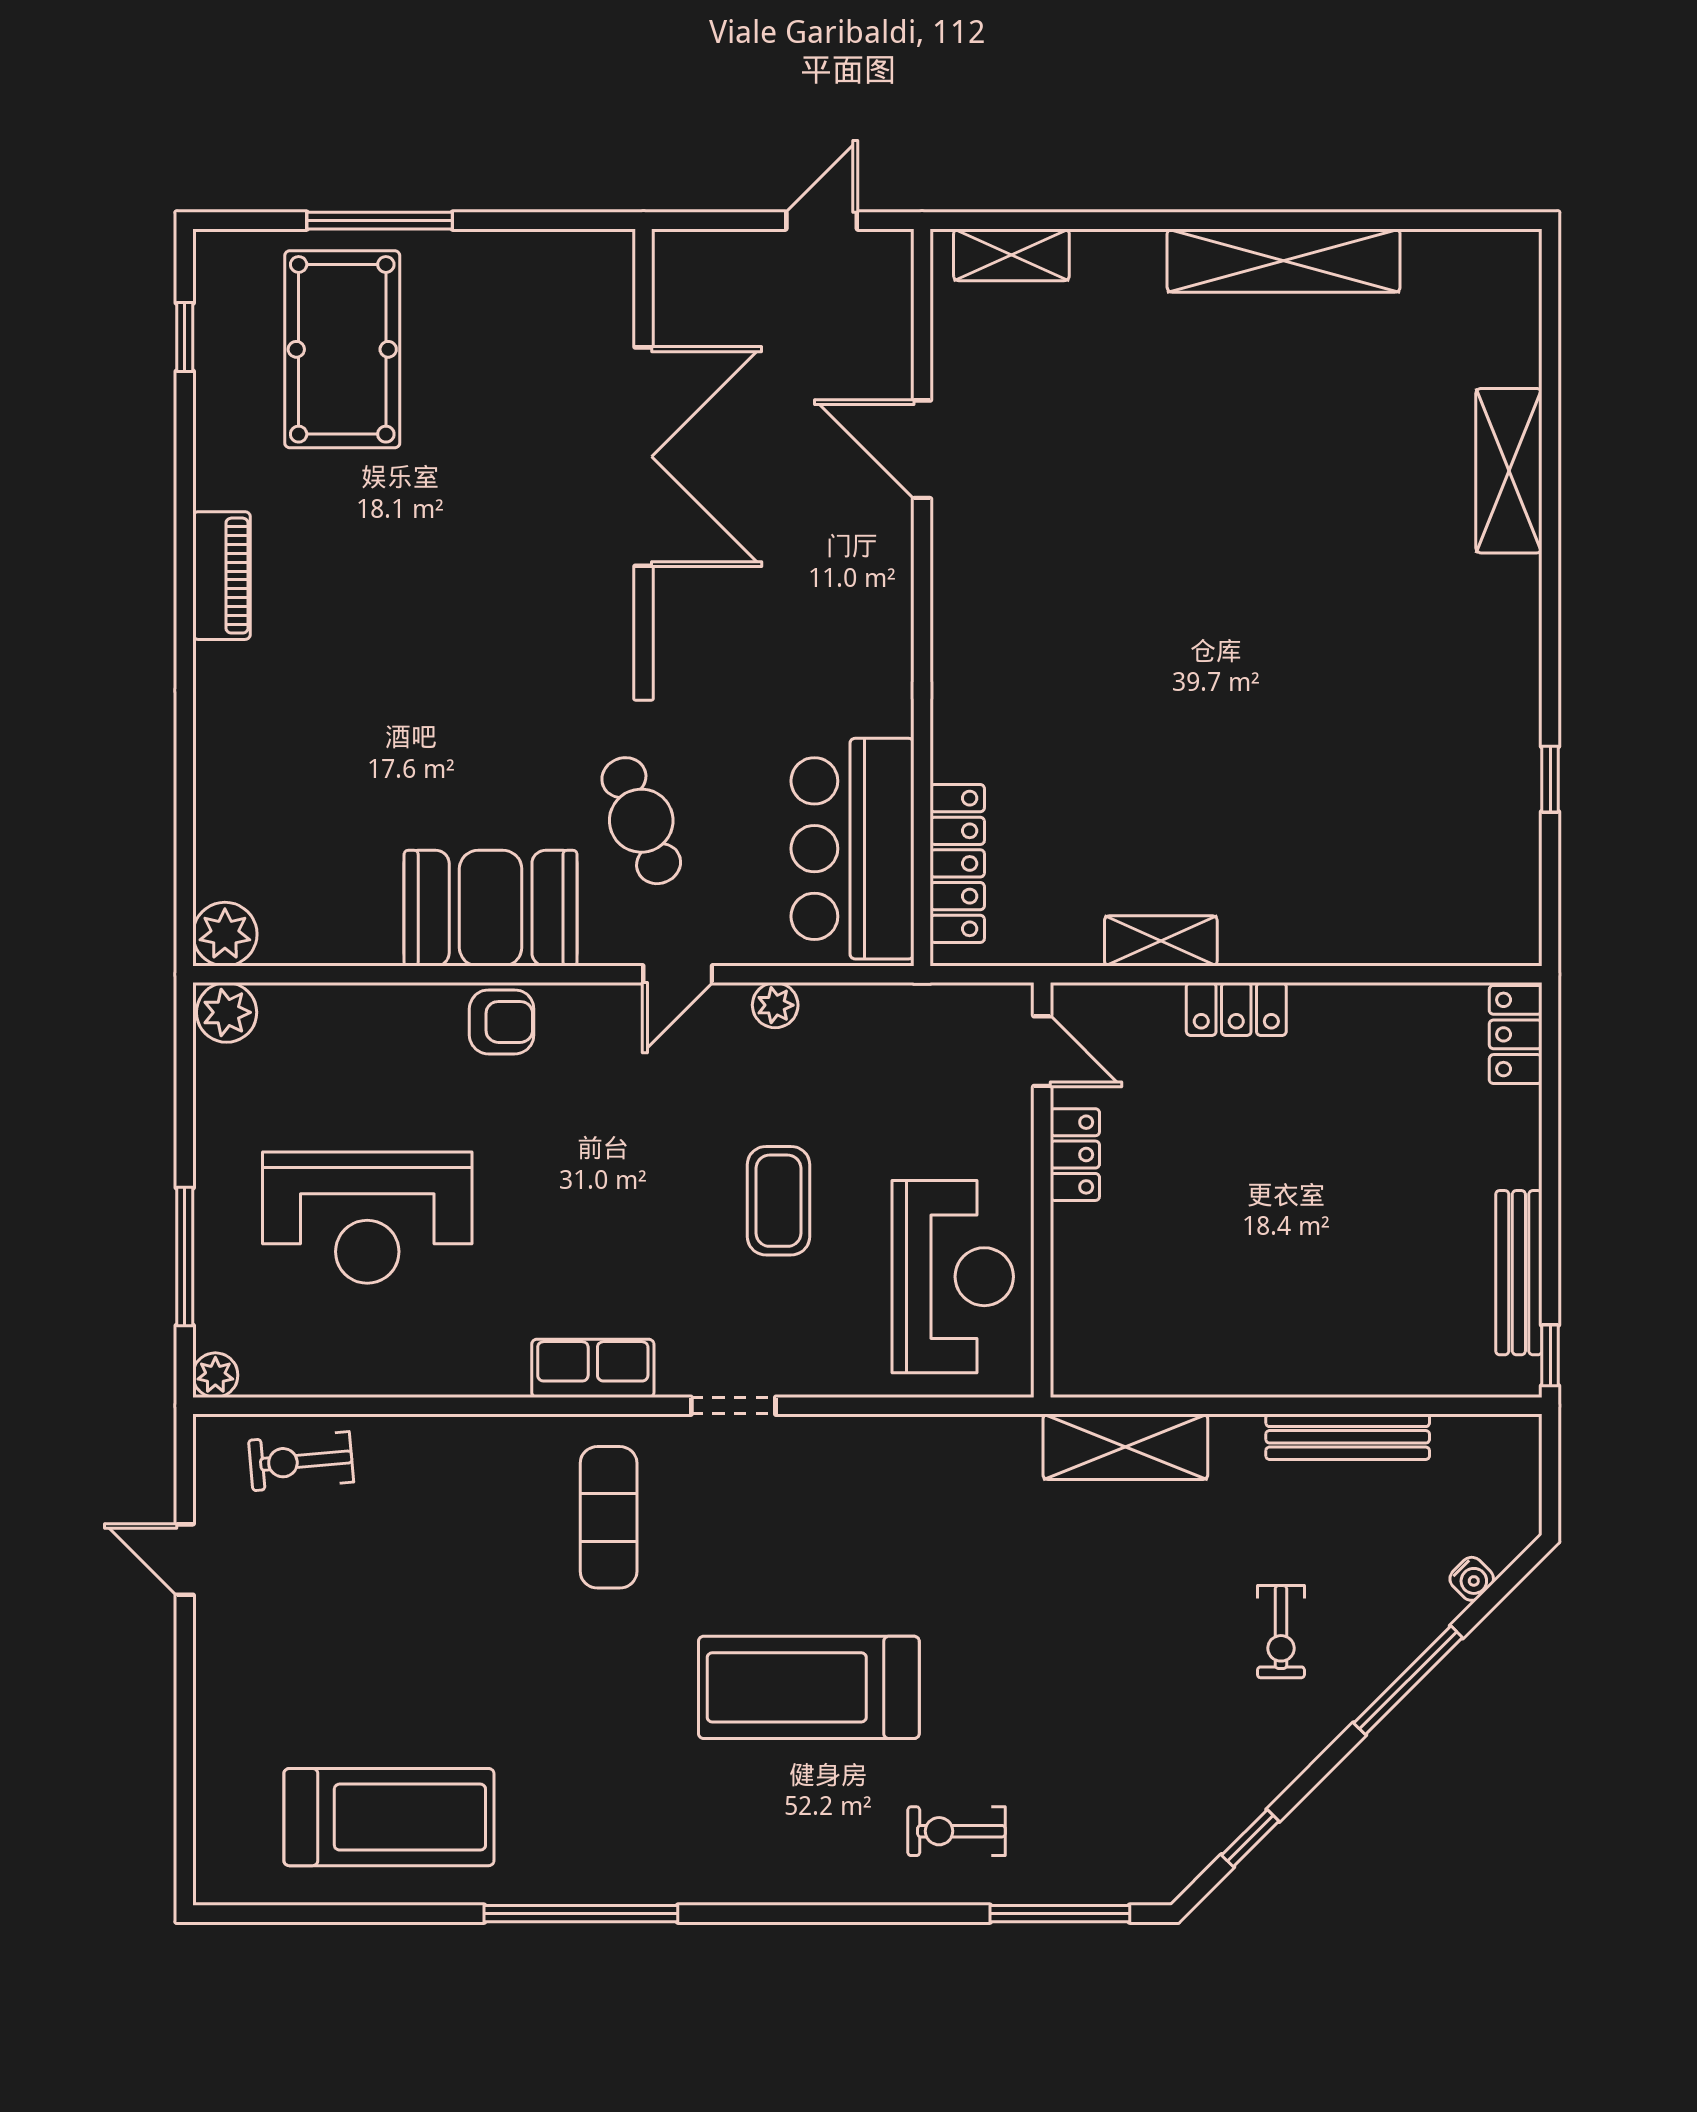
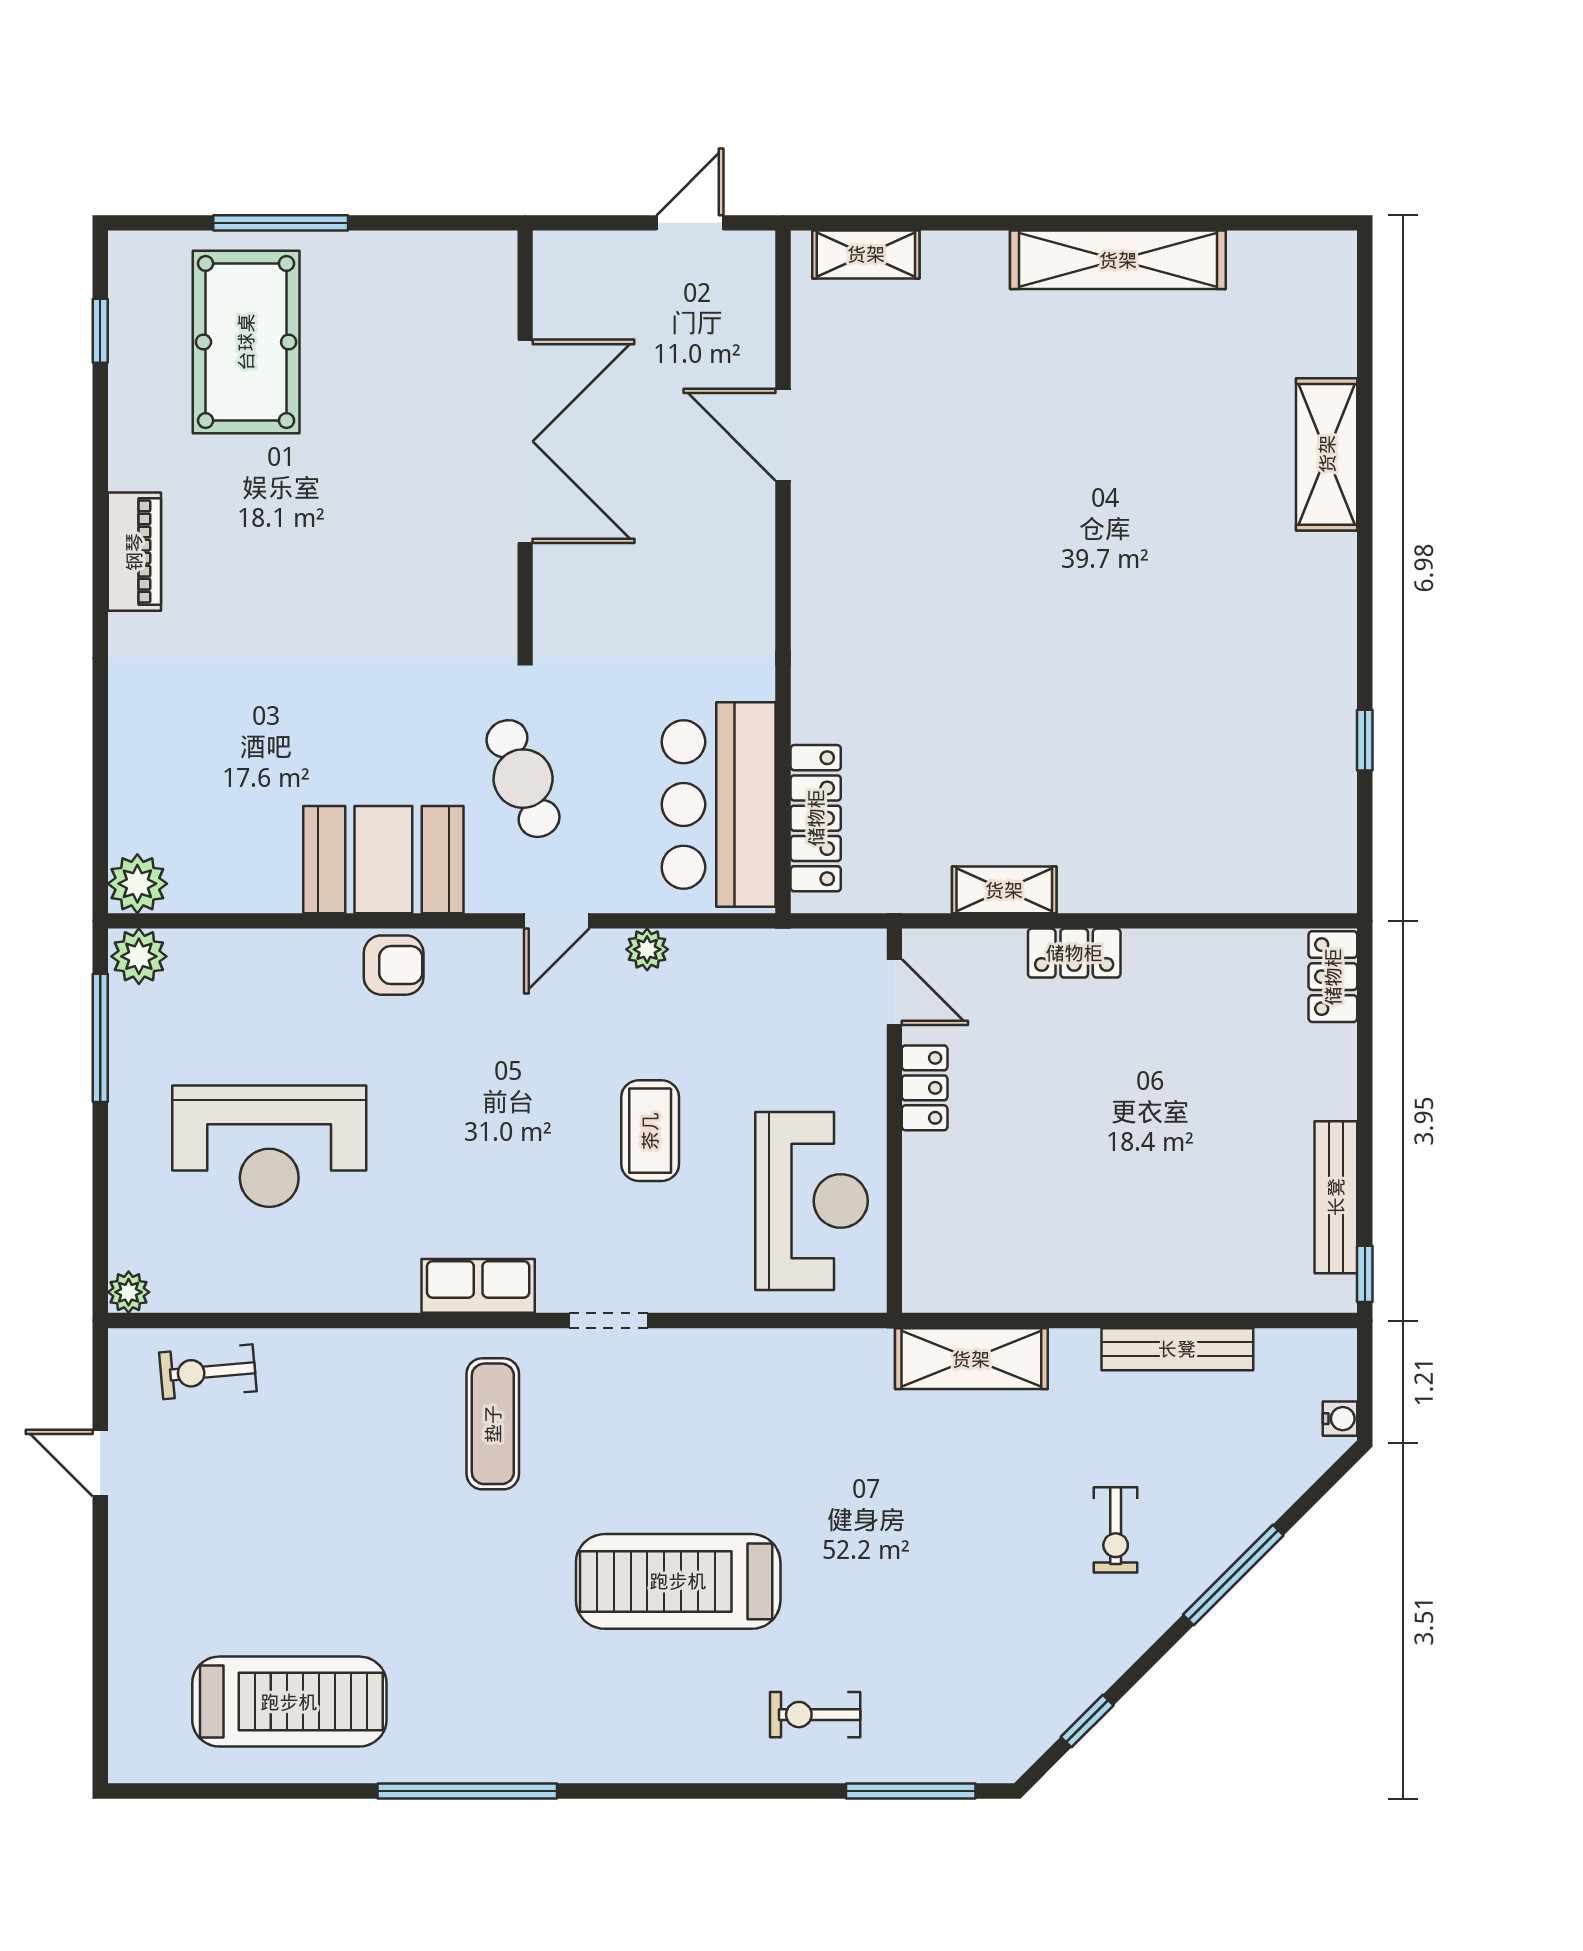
window: (185, 1257) -> (100, 1038), moved
water cooler: (1472, 1579) -> (1340, 1419), moved, turned -45

